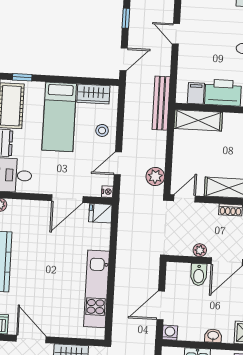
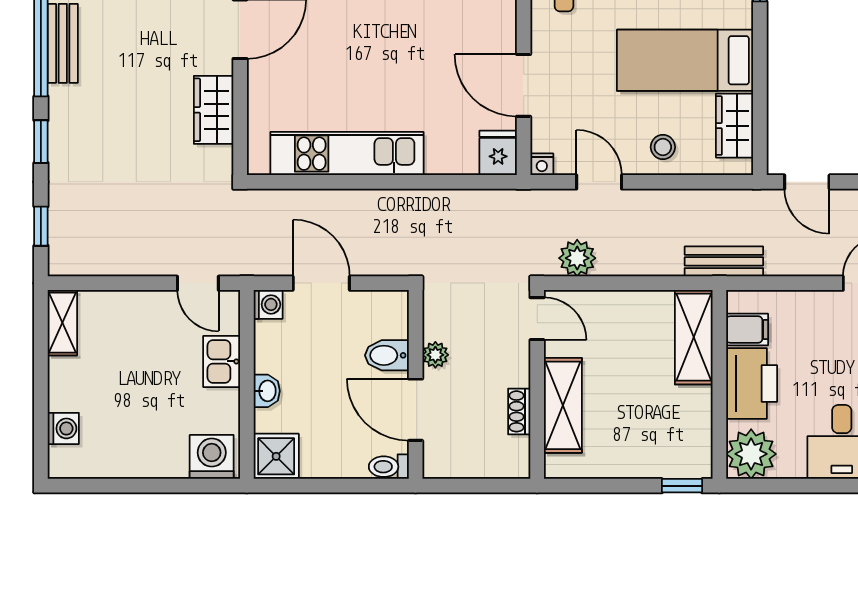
bench: (161, 103) -> (724, 261), width x0.73

